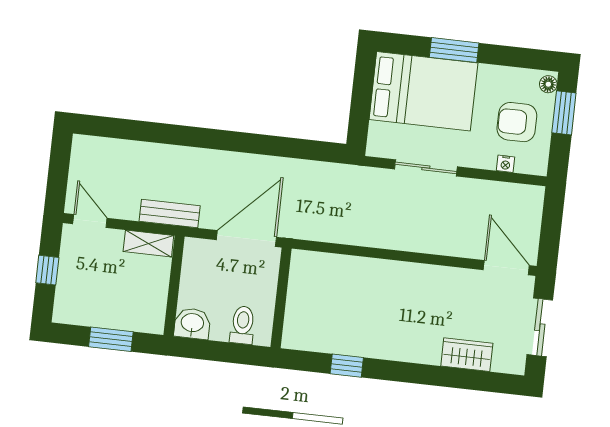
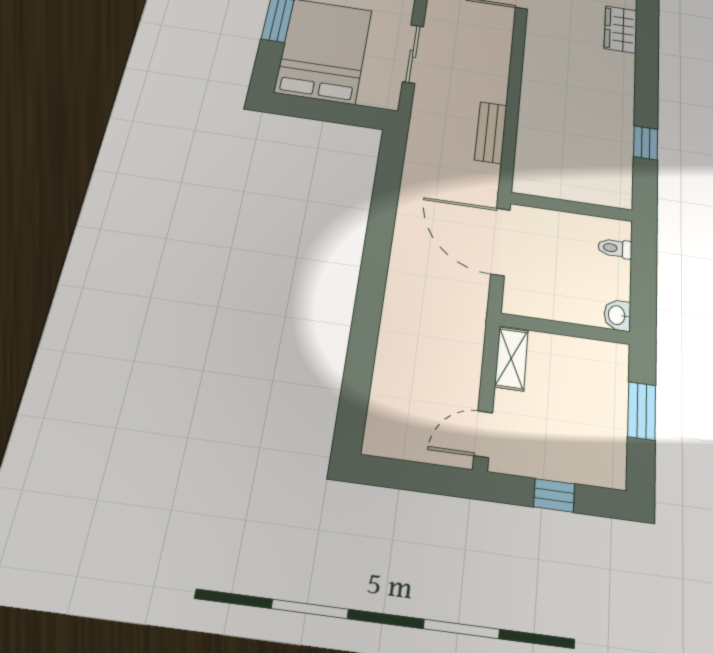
bench: (170, 214) -> (491, 132), moved
washbasin: (192, 323) -> (617, 315), width x0.72, depth x0.69
toilet: (243, 325) -> (615, 248), width x0.73, depth x0.72

